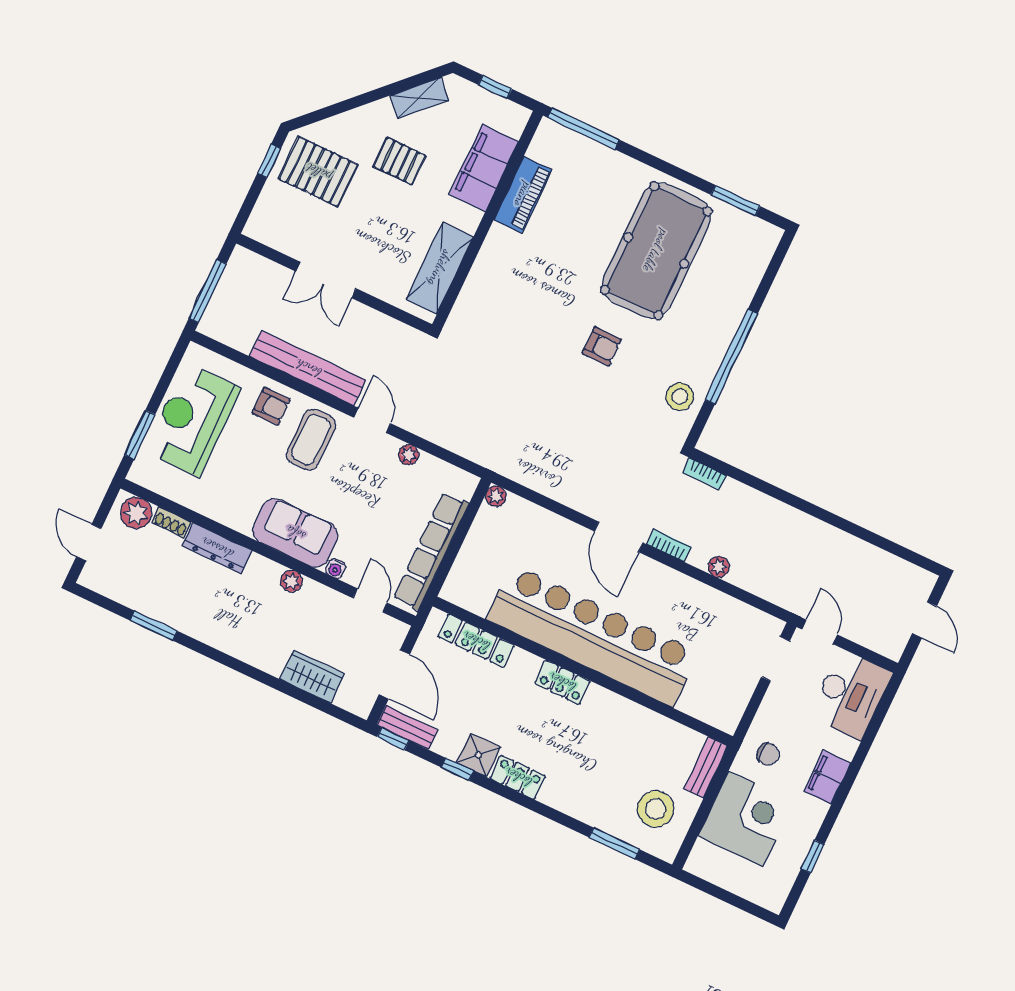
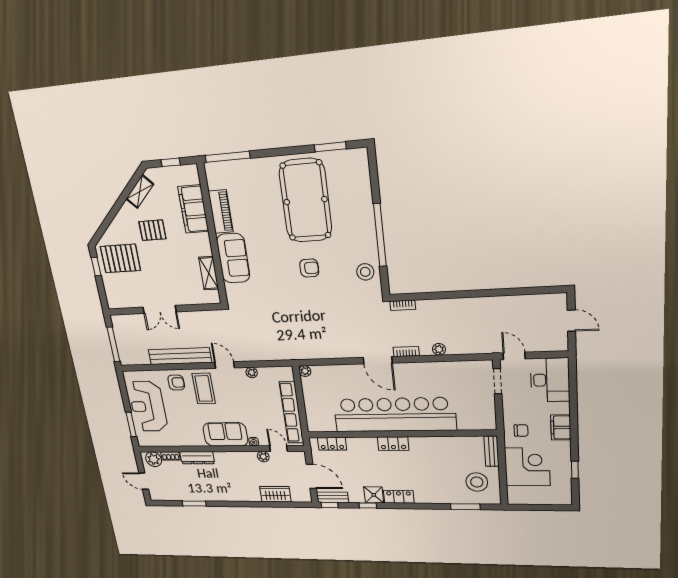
shelving: (440, 268) -> (209, 273), width x0.67, depth x0.75
sofa: (497, 270) -> (233, 258), added
plant: (291, 581) -> (263, 457), moved
locker: (476, 641) -> (332, 444), width x0.66

